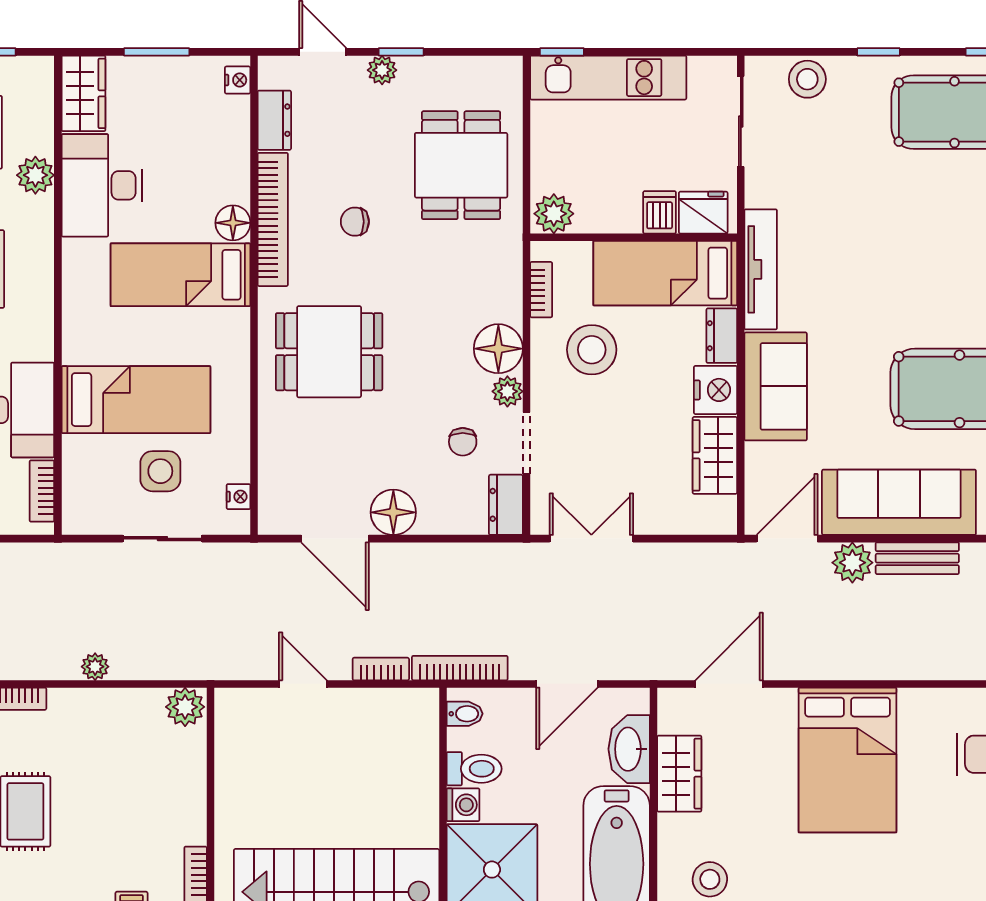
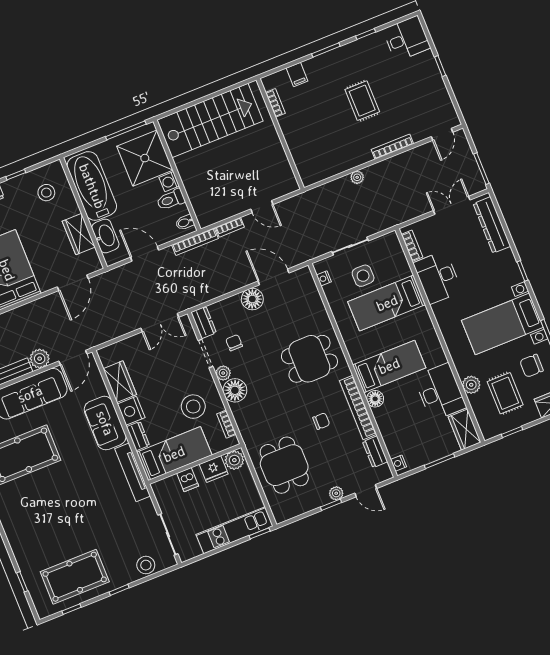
fridge: (703, 213) -> (214, 469), moved
door: (567, 684) -> (145, 254), hinge flipped
plant: (185, 707) -> (310, 176), removed

